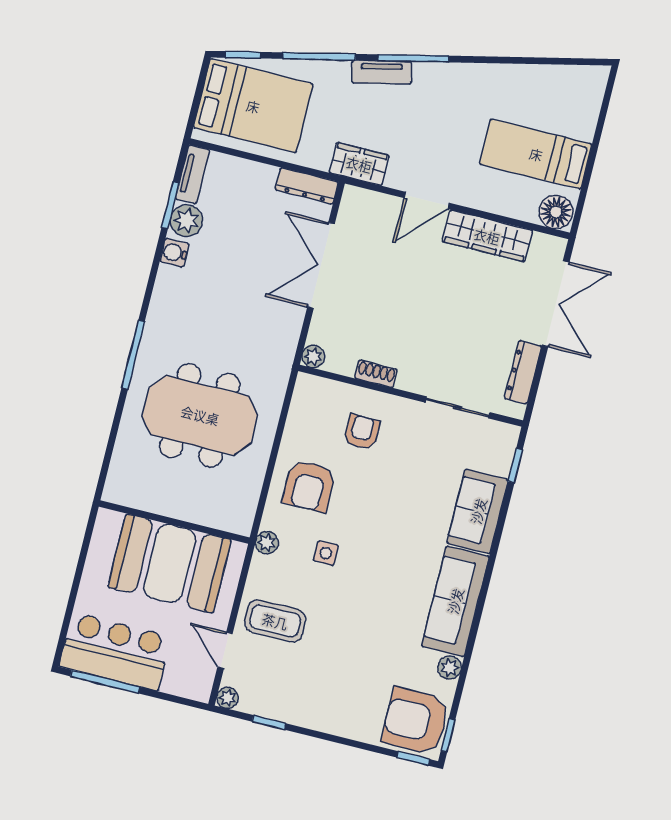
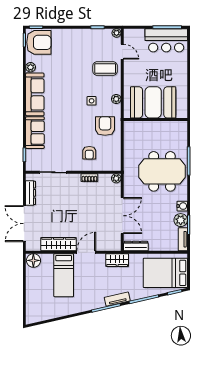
bed: (536, 154) -> (64, 275), moved, turned 90
meeting table: (200, 415) -> (162, 171), moved
wall: (174, 522) -> (155, 119), moved
booth: (170, 563) -> (153, 102), moved

